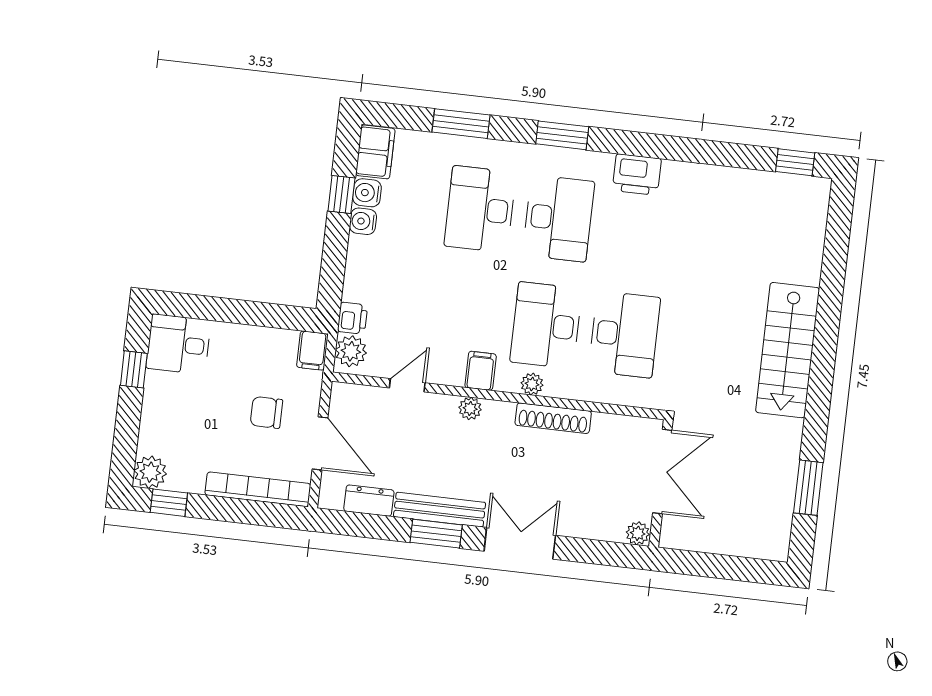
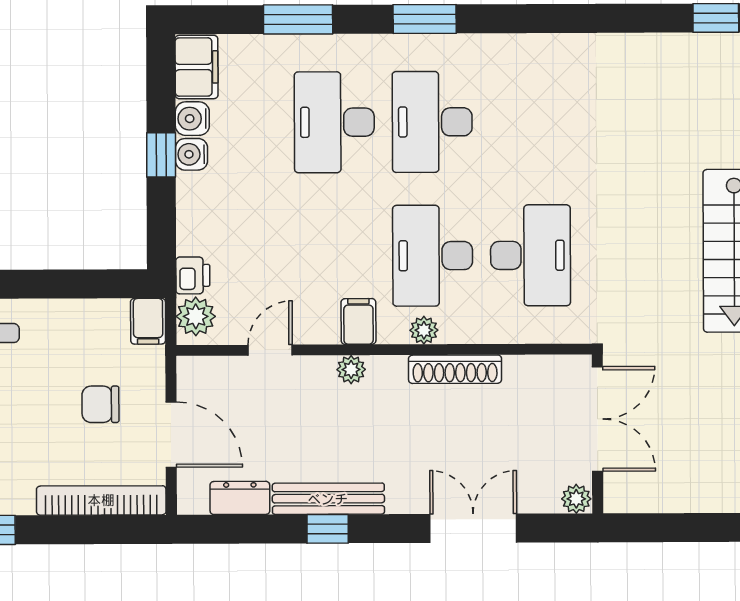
printer: (637, 175) -> (522, 56), removed
window: (341, 194) -> (161, 155), moved
desk: (558, 218) -> (432, 122), turned 180
window: (436, 534) -> (328, 529), width x0.67
double door: (520, 543) -> (473, 528), moved

